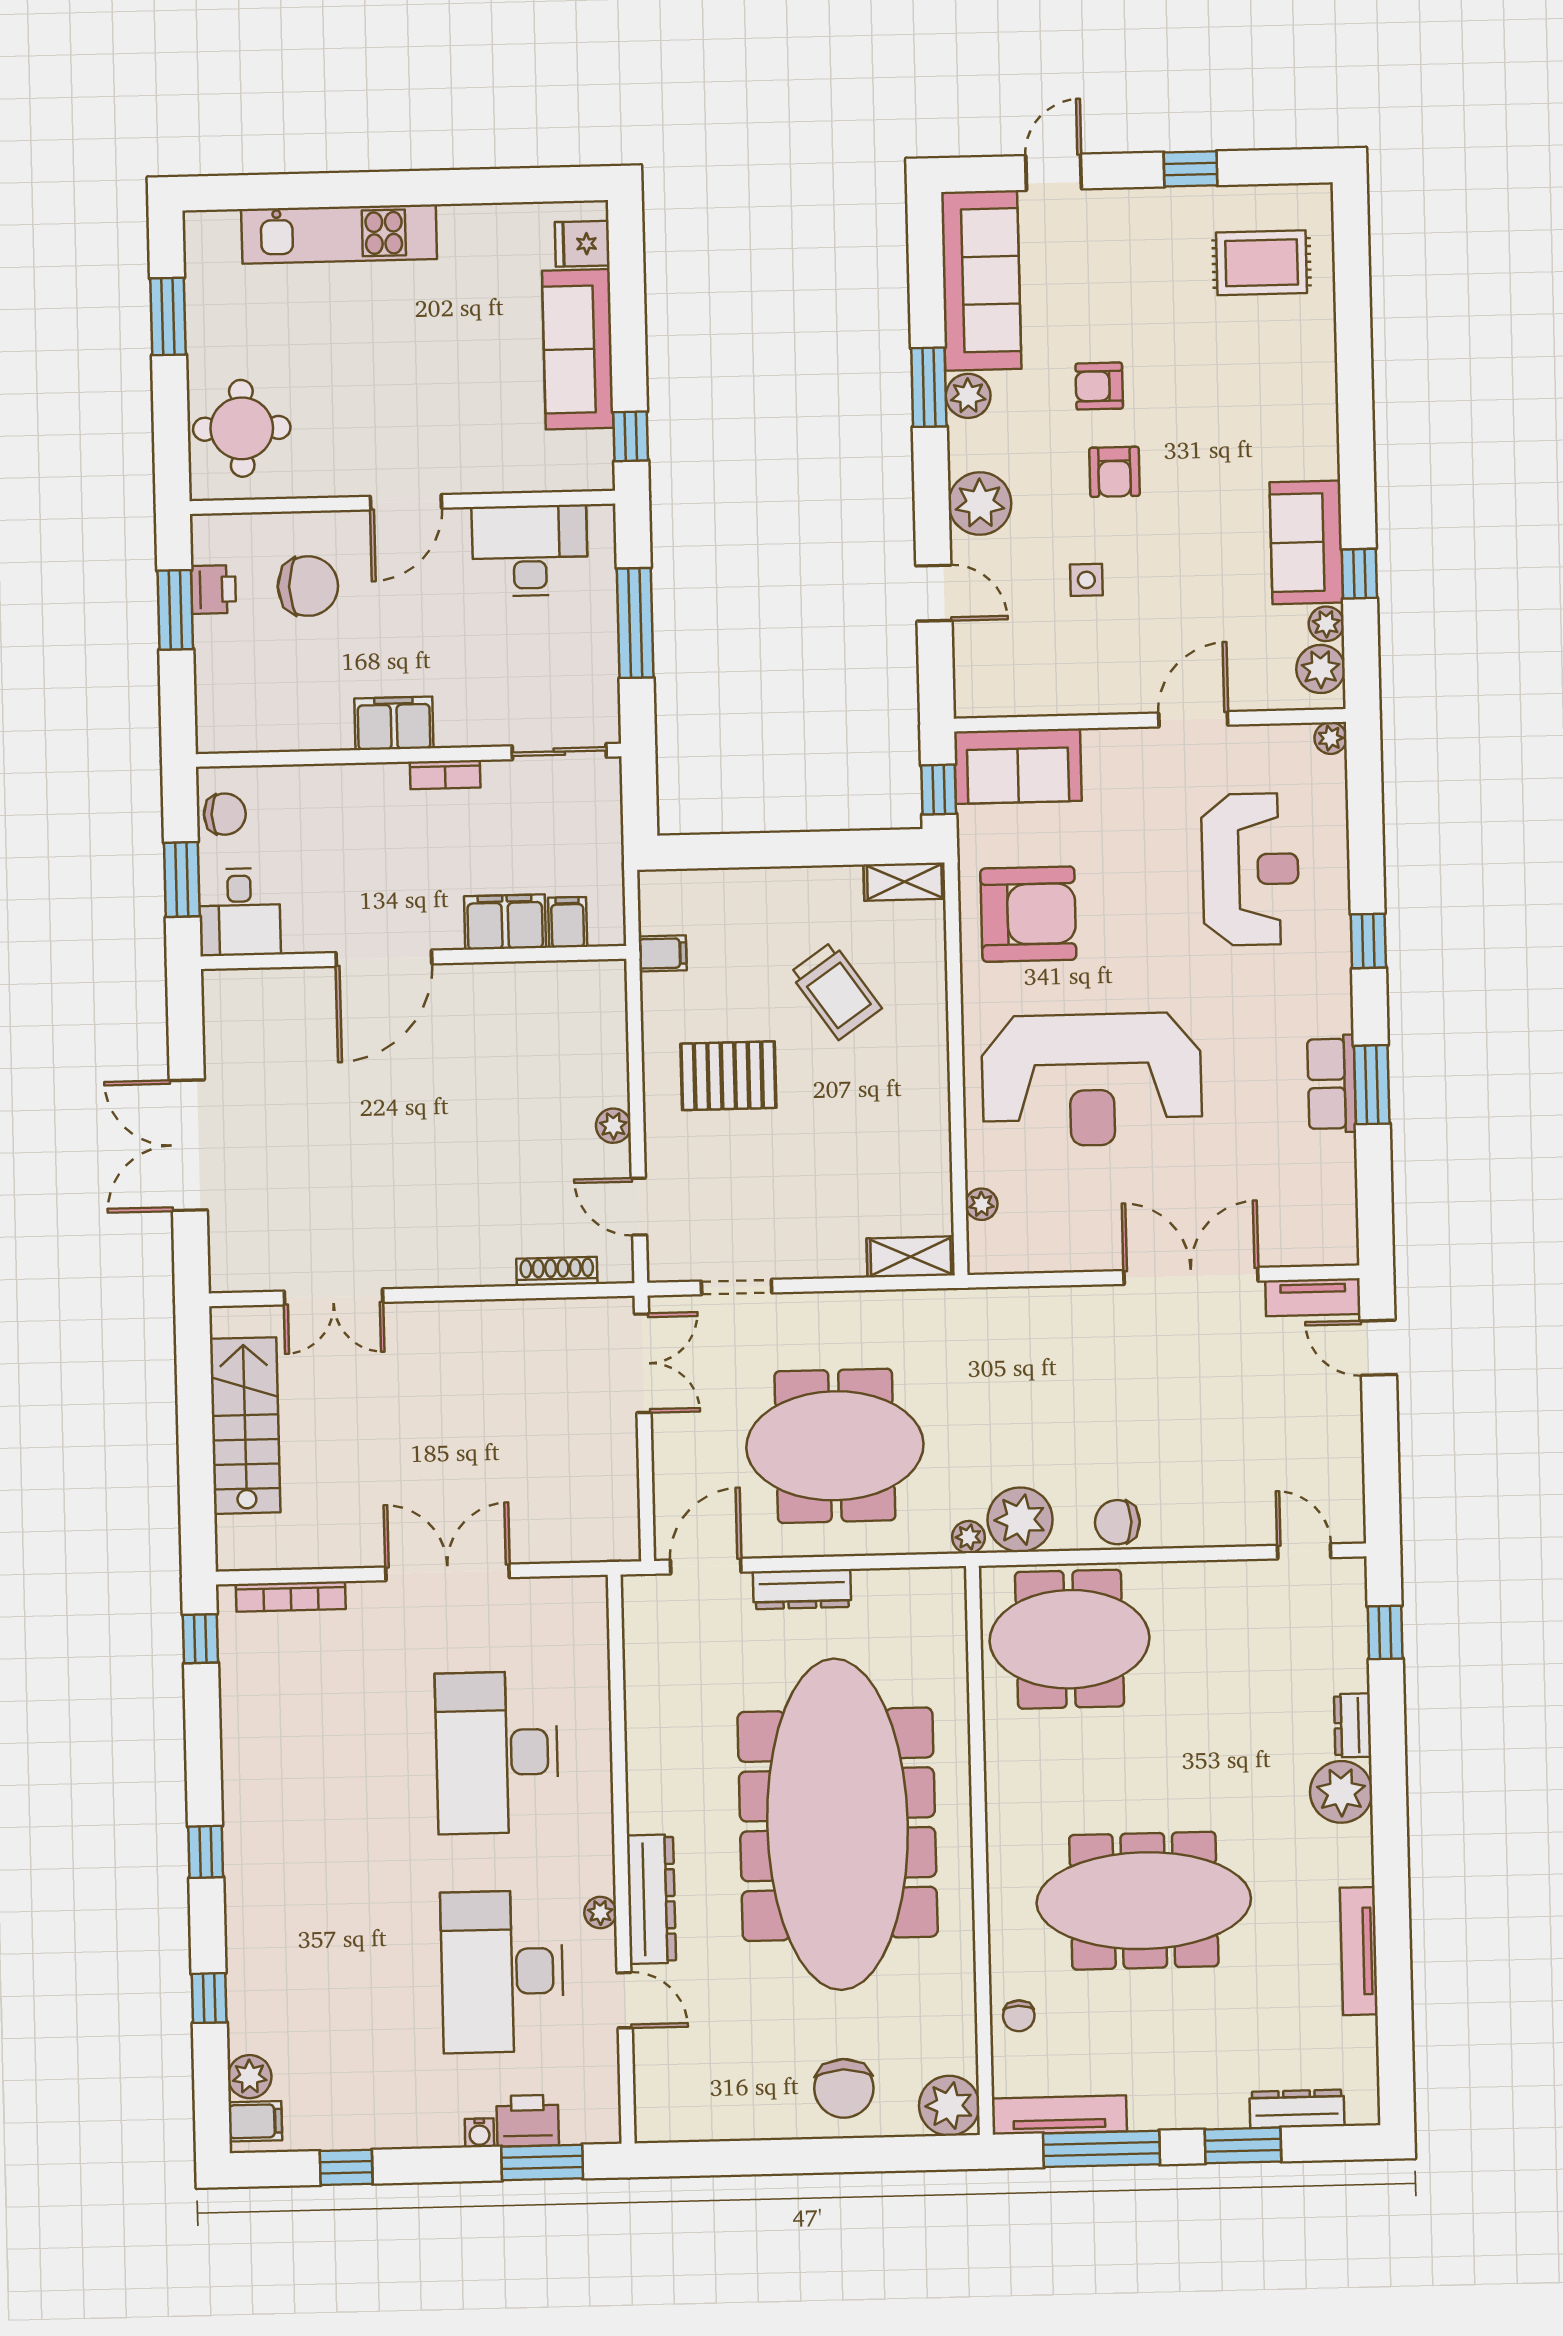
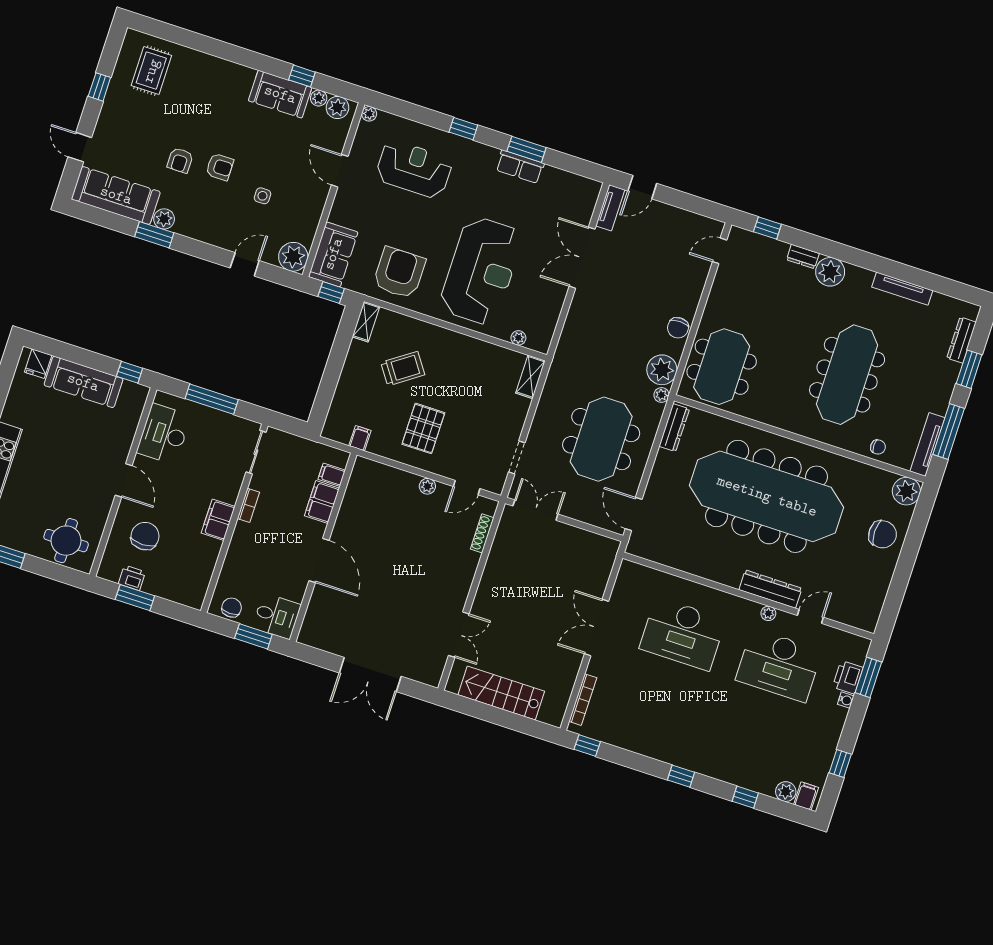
plant: (980, 503) -> (293, 257), moved
dresser: (802, 1589) -> (674, 428), moved

